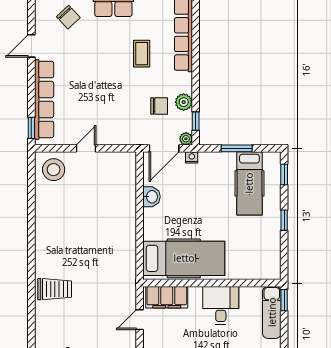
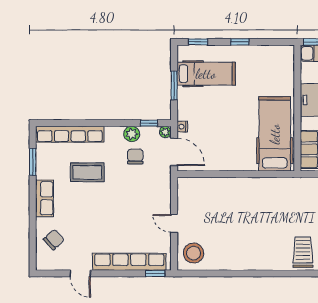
coffee table: (142, 54) -> (87, 172), width x1.36, depth x1.30
washbasin: (152, 197) -> (218, 163), removed

